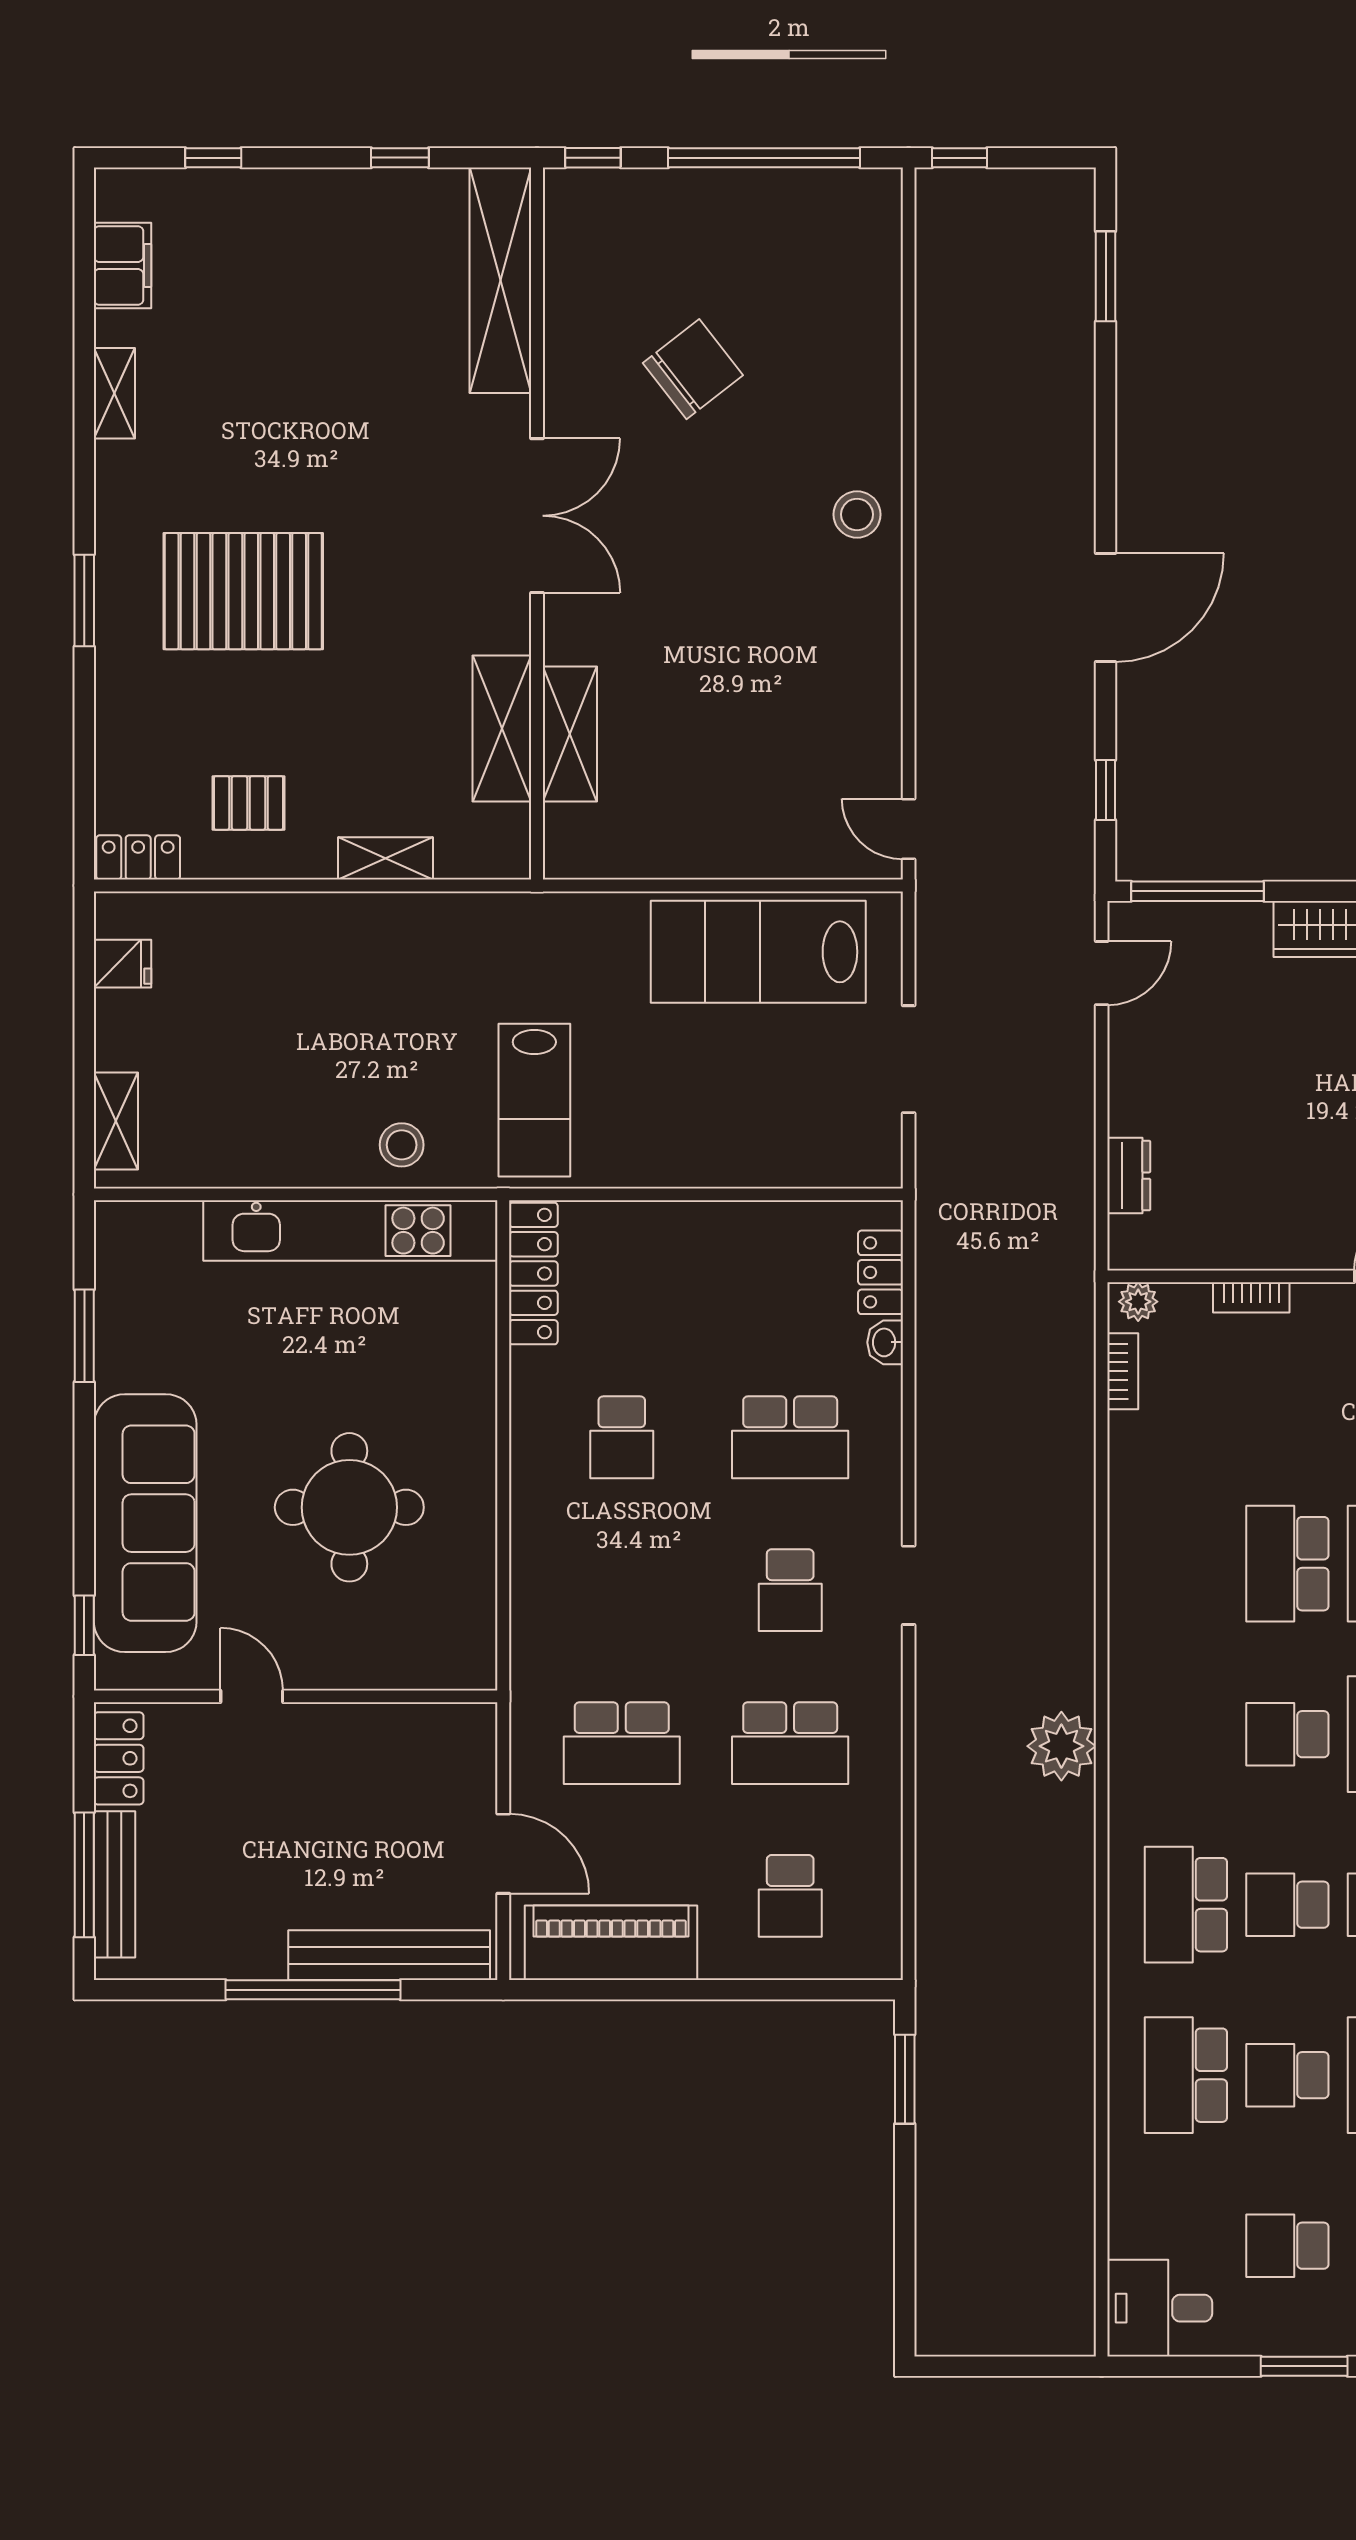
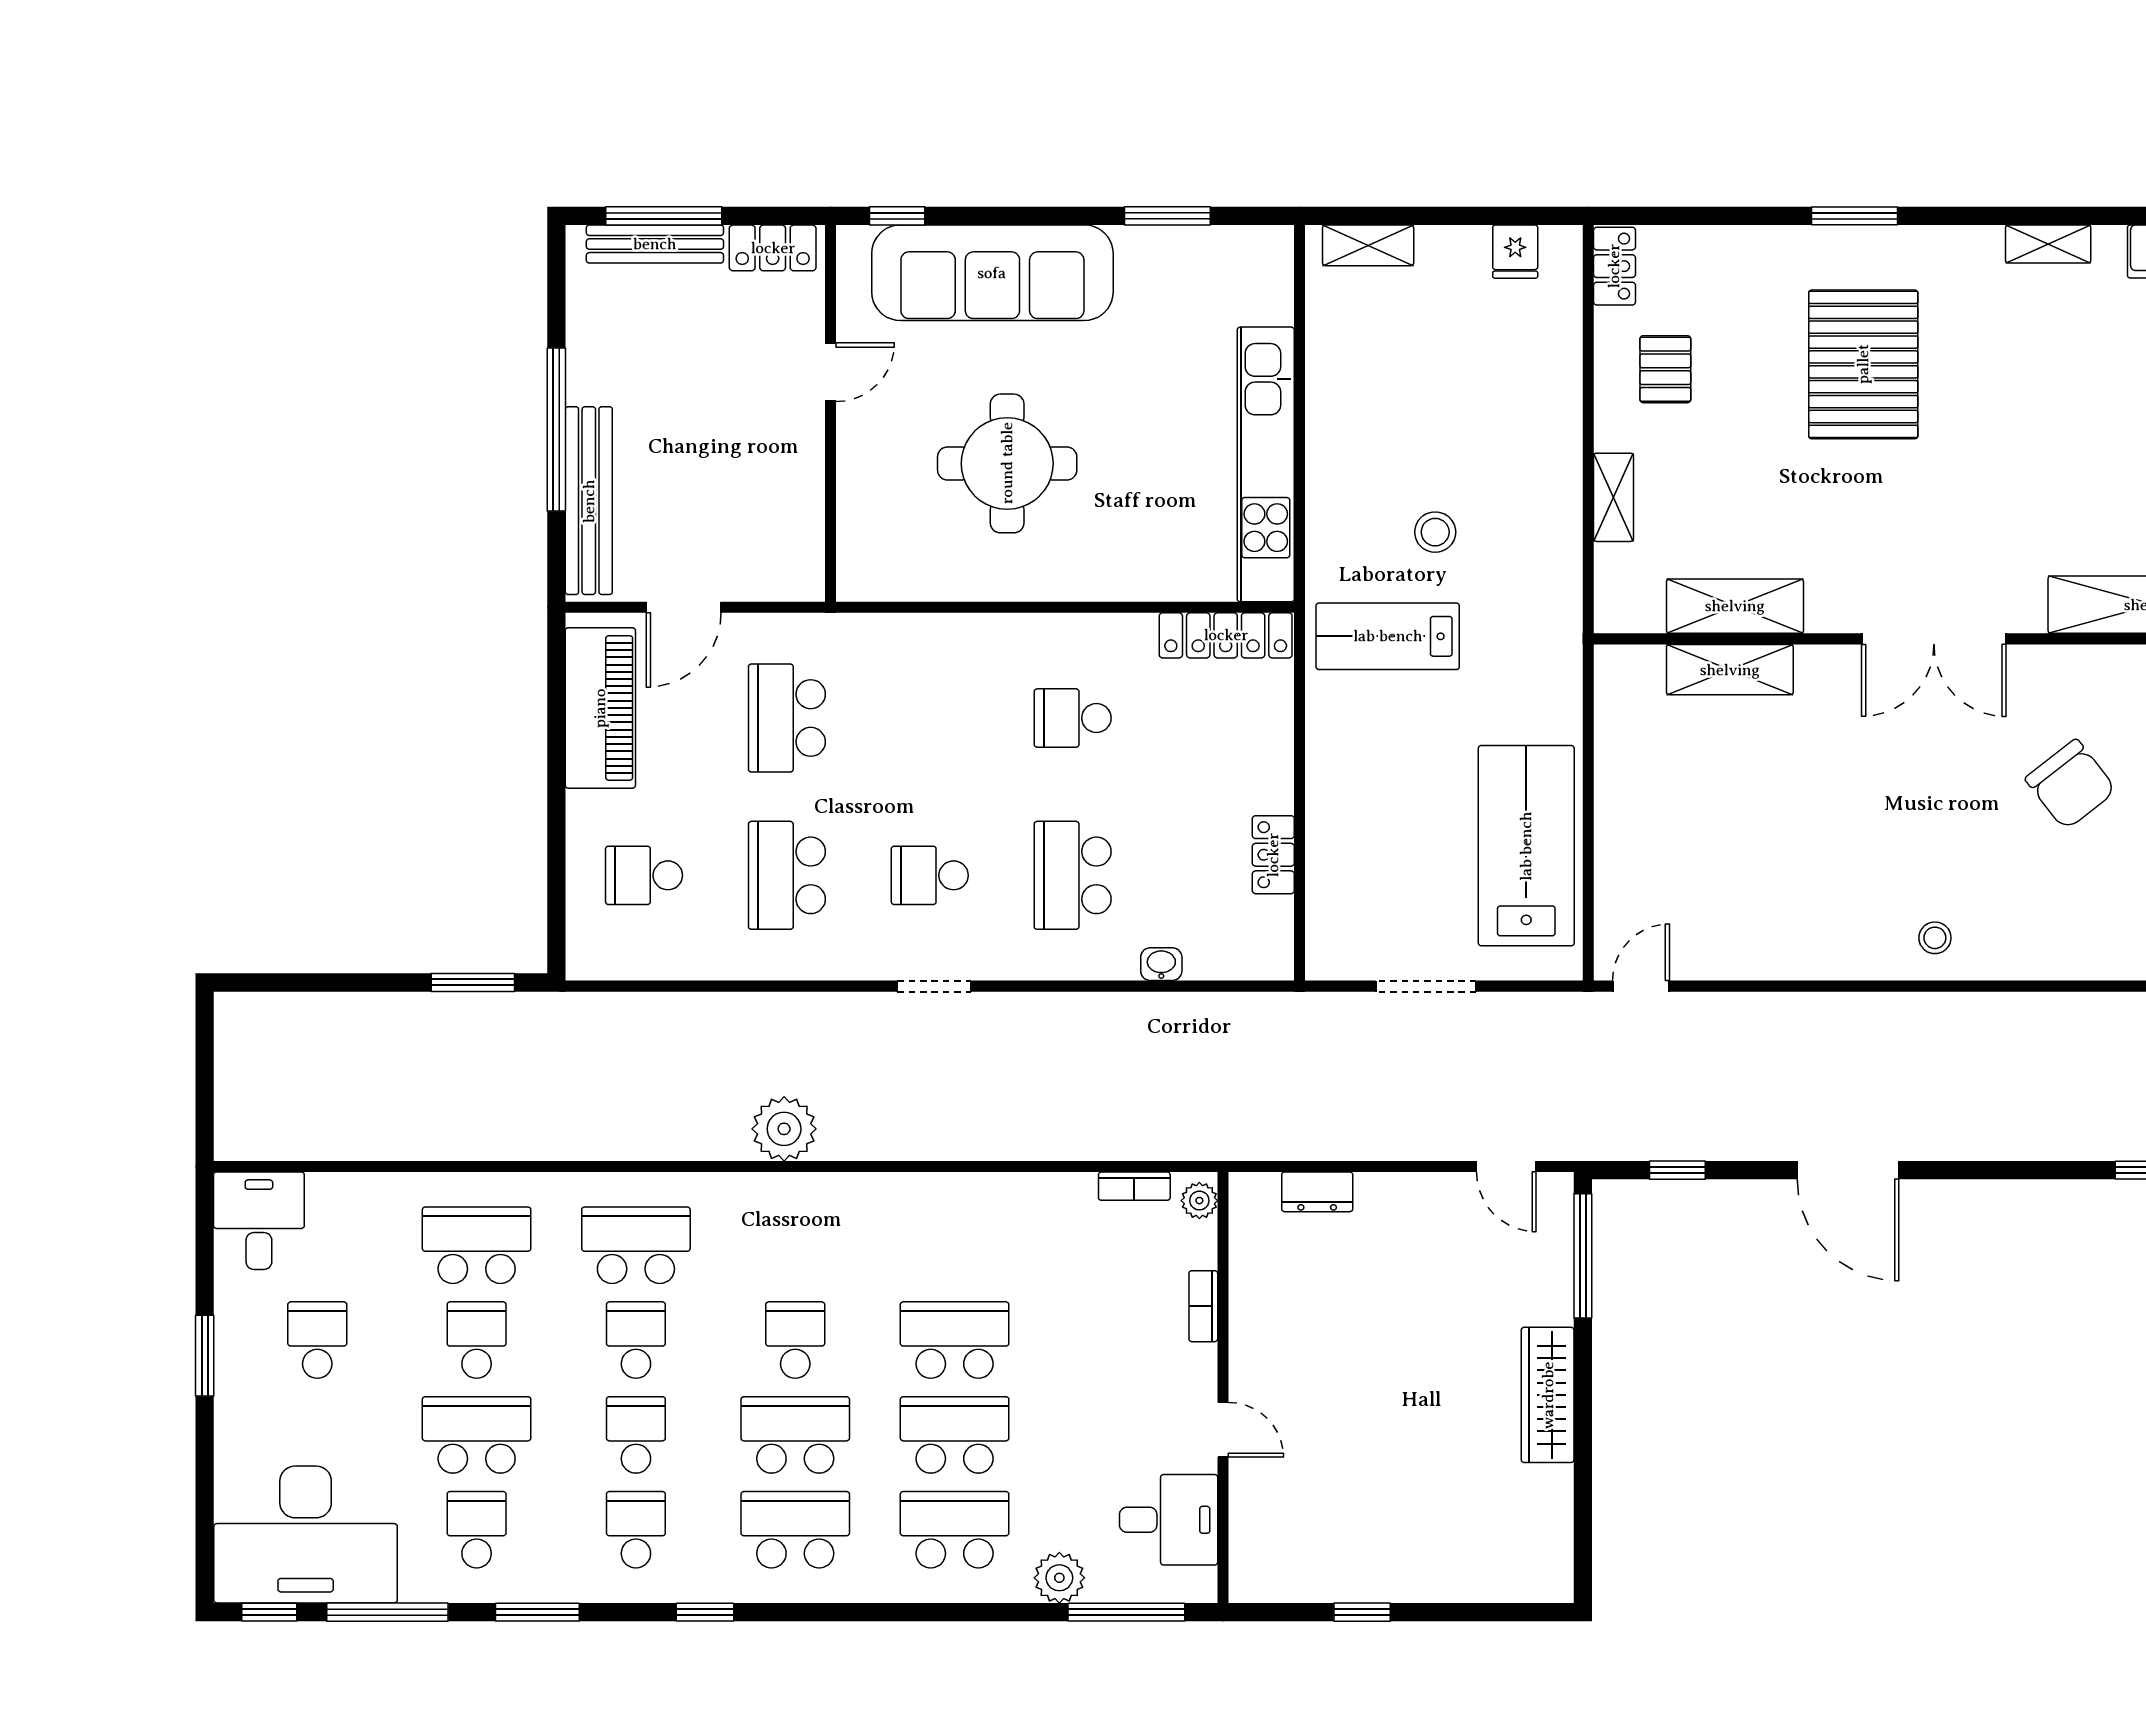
stool: (857, 514) -> (1935, 938), width x0.73, depth x0.73
stool: (402, 1145) -> (1435, 532), moved
locker: (880, 1272) -> (1273, 855), moved, turned -90

